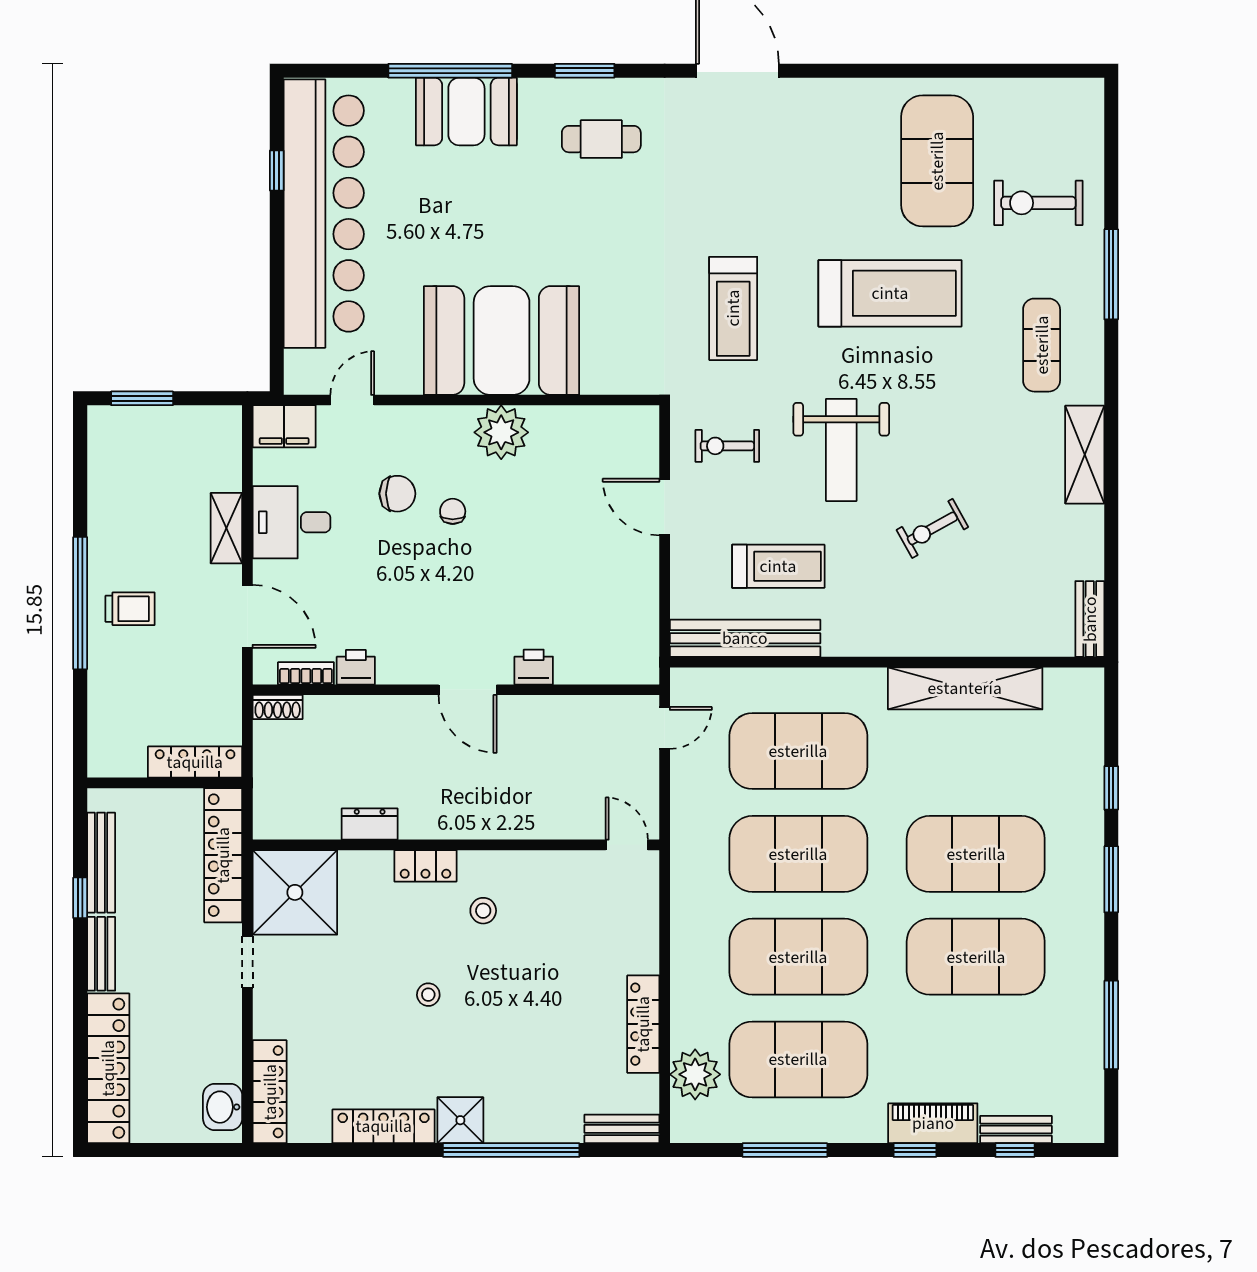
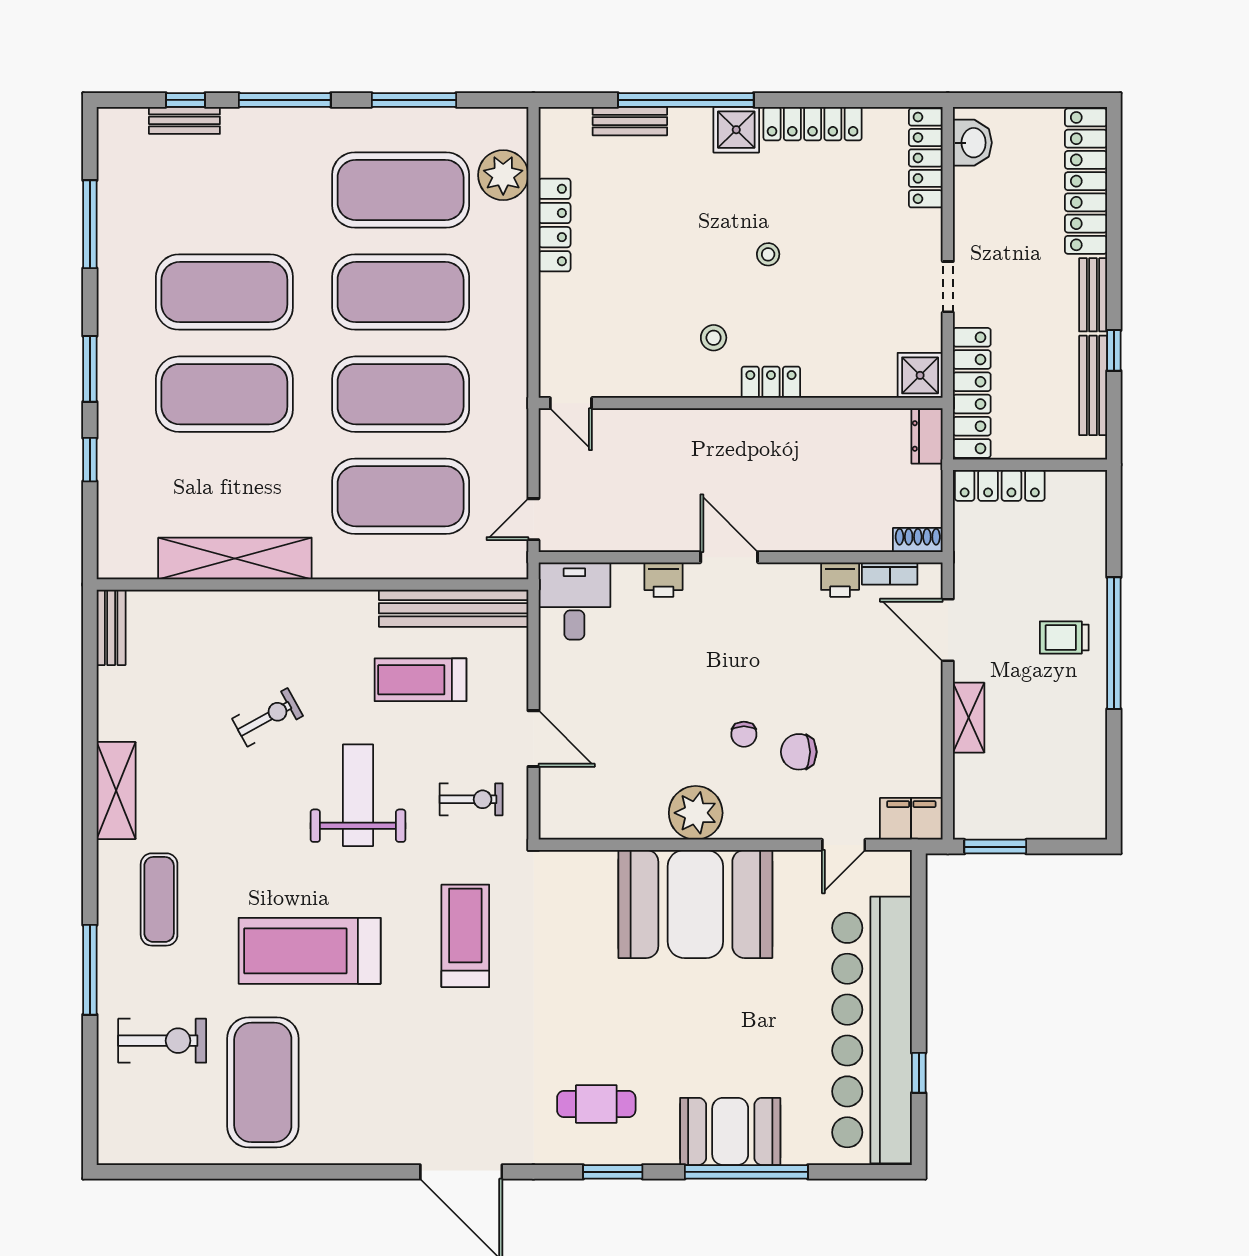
window: (142, 398) -> (995, 847), moved
desk: (292, 522) -> (574, 601), moved, turned -90
dresser: (370, 824) -> (927, 436), moved, turned 90
shower: (295, 892) -> (920, 375), width x0.54, depth x0.54
piano: (933, 1123) -> (267, 127), removed
bench: (622, 1129) -> (630, 121), moved
window: (915, 1150) -> (285, 100), width x2.17

